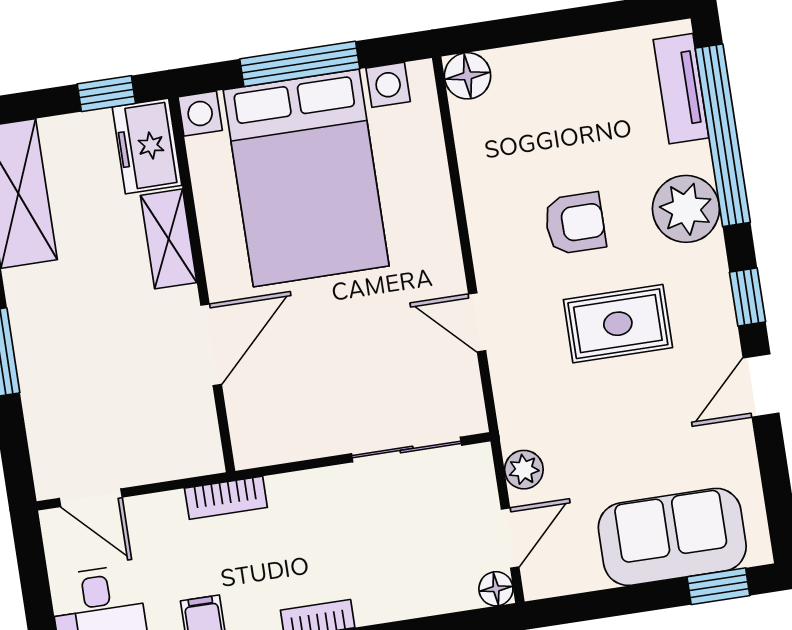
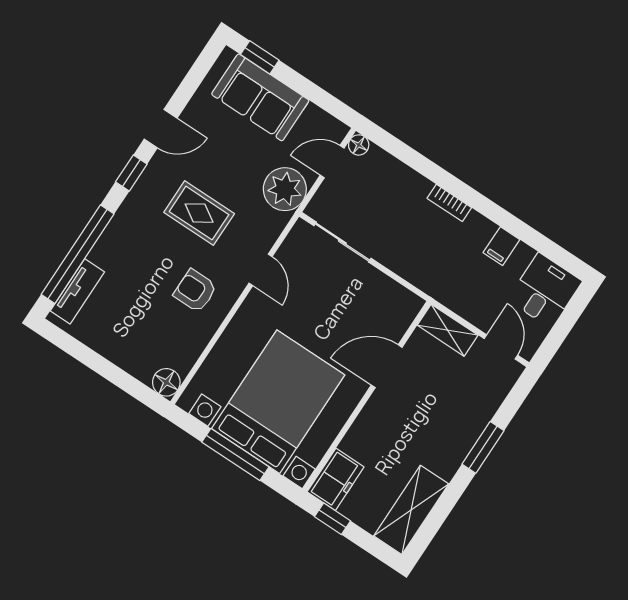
plant: (686, 209) -> (123, 236), removed
armchair: (575, 223) -> (195, 291), moved
shelving: (169, 239) -> (448, 330), moved, turned 90
plant: (524, 470) -> (285, 189), width x1.88, depth x1.88
bookcase: (226, 498) -> (441, 293), removed

